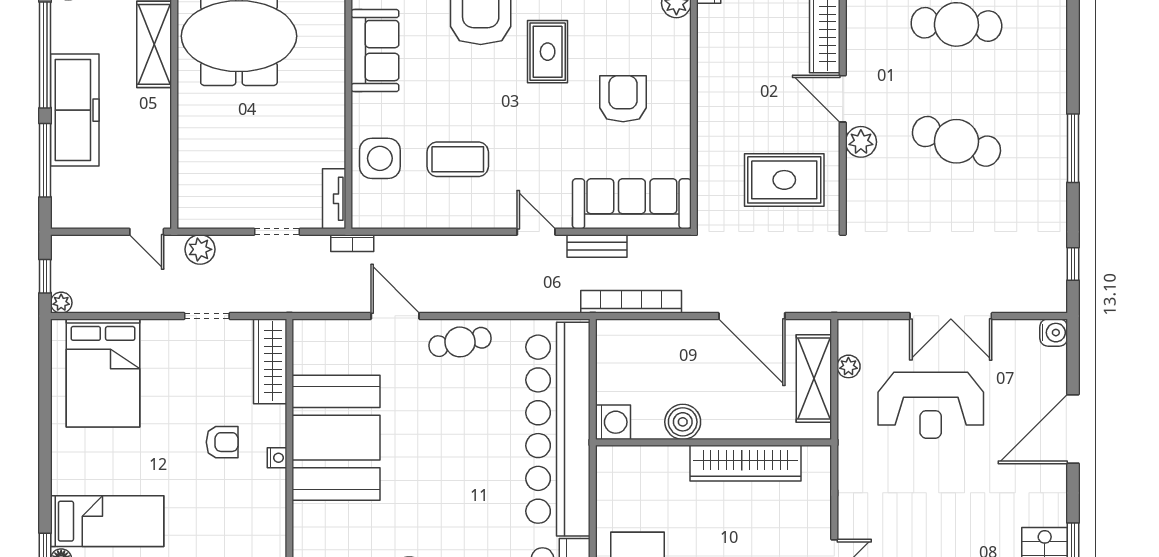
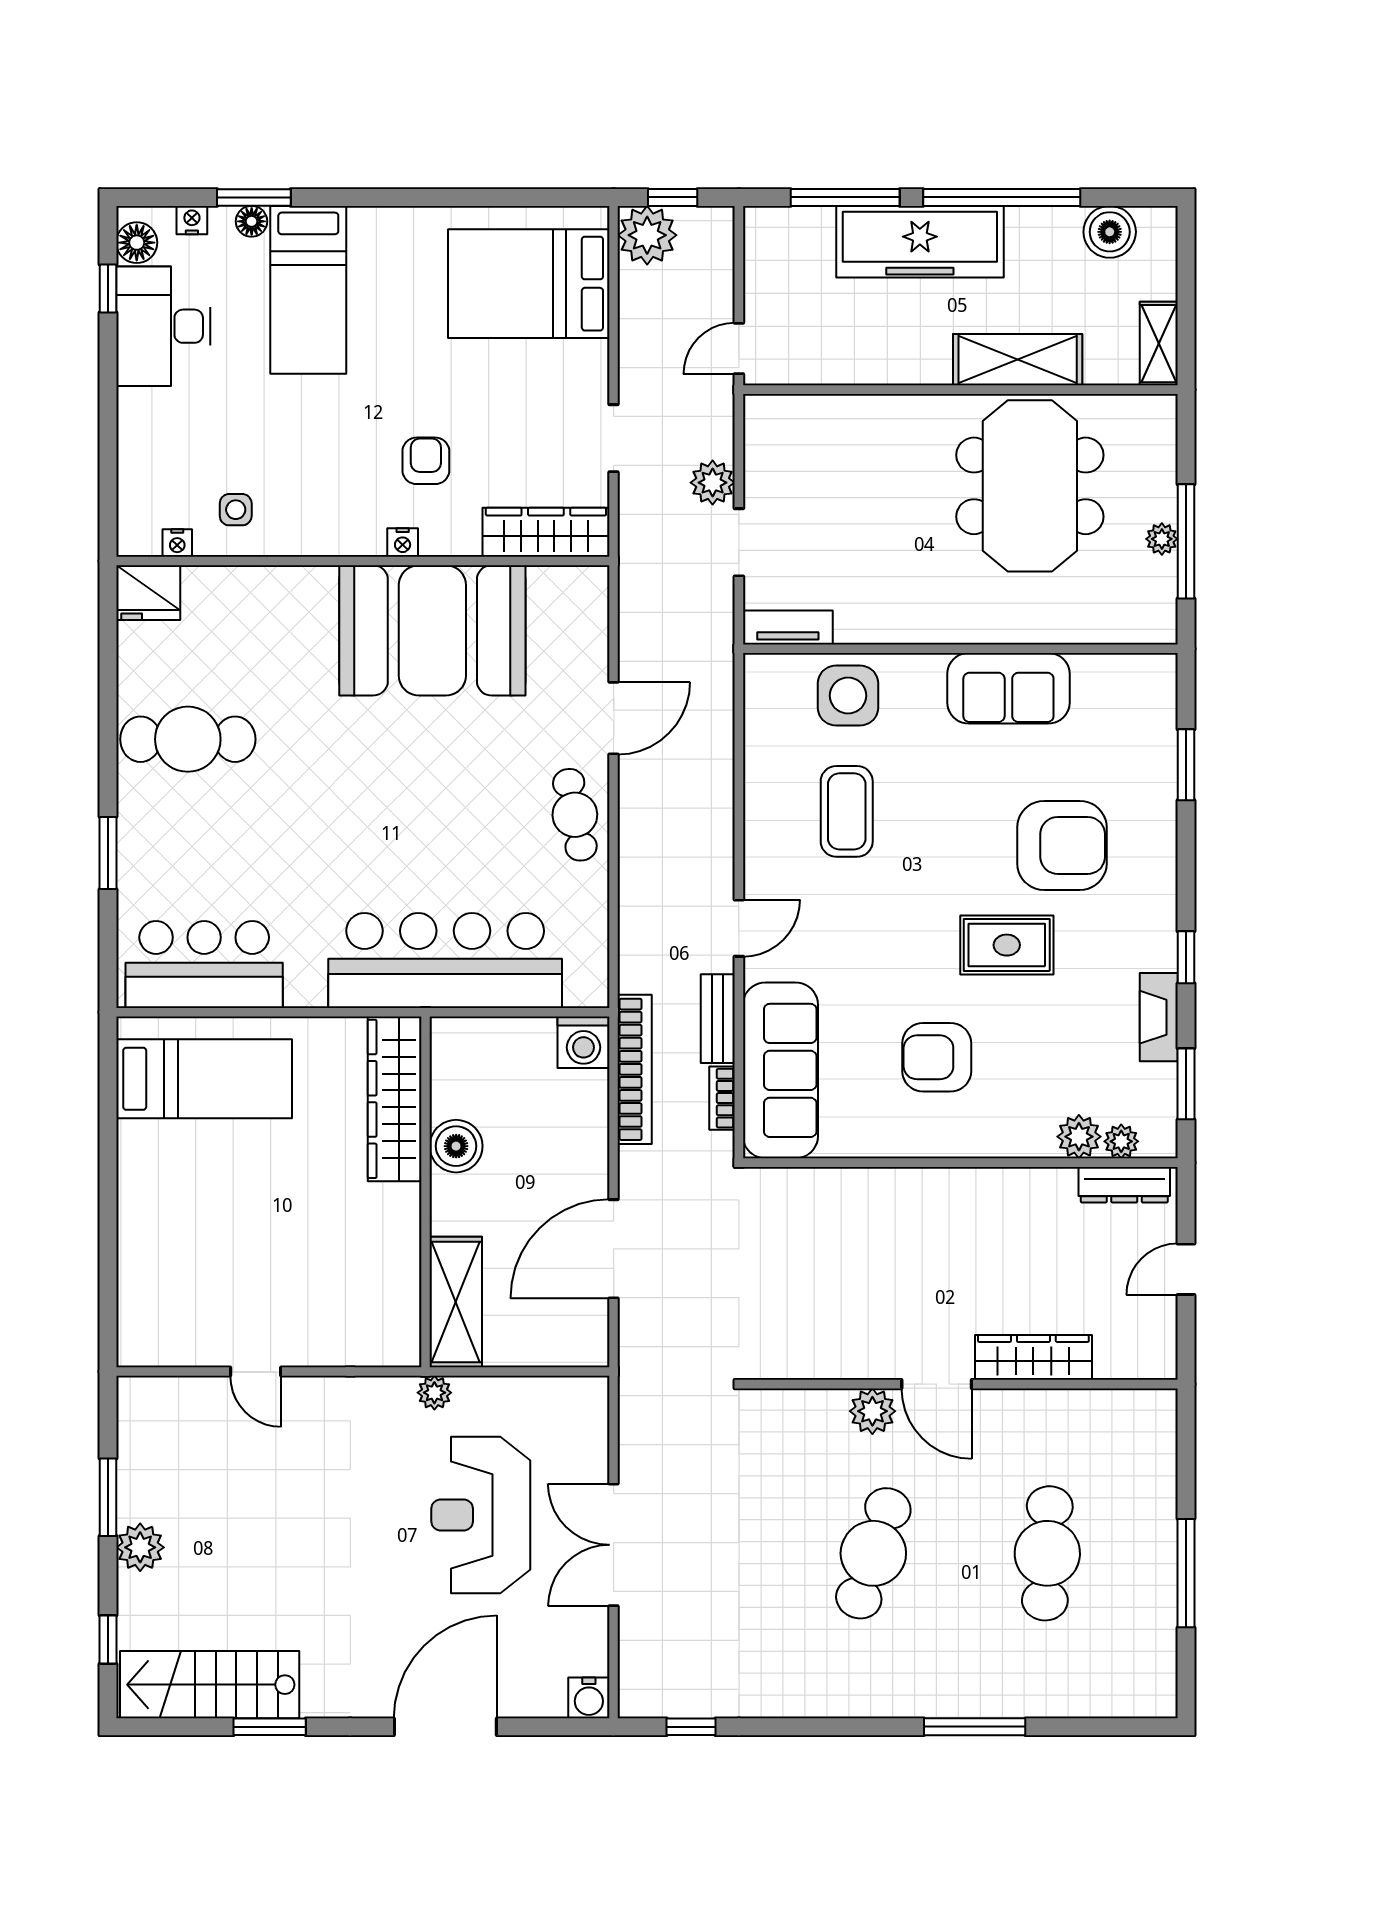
armchair: (623, 99) -> (937, 1057), turned 180
door: (843, 99) -> (937, 1384), swing flipped
window: (1073, 148) -> (975, 1727), moved
rug: (784, 180) -> (816, 1297), removed
bookcase: (352, 243) -> (722, 1098), moved
plant: (200, 249) -> (713, 483), moved
plant: (61, 303) -> (647, 235), width x1.88, depth x1.88
plant: (848, 366) -> (434, 1393), moved
shelving: (814, 378) -> (456, 1302), moved, turned 90
washing machine: (613, 422) -> (583, 1042), moved
bar counter: (558, 429) -> (445, 960), width x0.73
door: (1073, 429) -> (445, 1727), hinge flipped
armchair: (222, 442) -> (426, 461), turned 180
wardrobe: (746, 463) -> (395, 1099), moved

